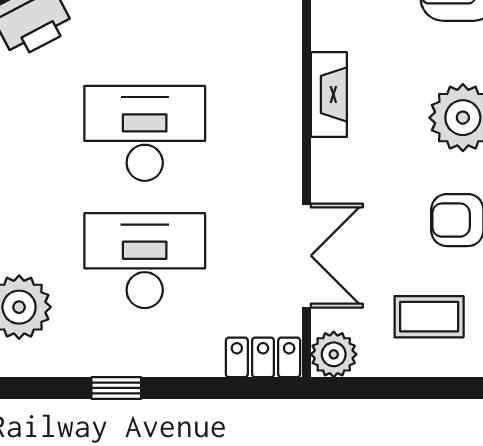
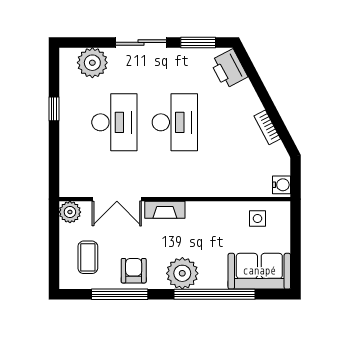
fireplace: (329, 94) -> (165, 210), moved
locker: (263, 357) -> (68, 178), removed

